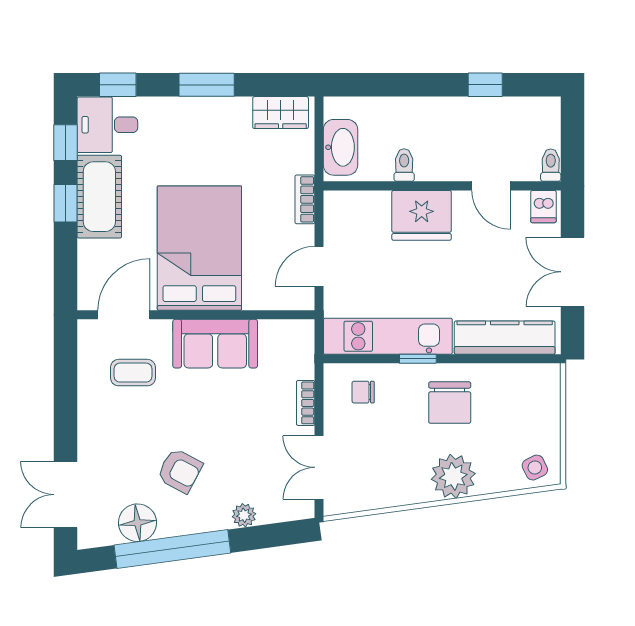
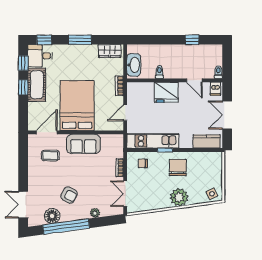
kitchen counter: (505, 338) -> (207, 141), width x0.67
chair: (450, 403) -> (178, 168), turned 180

